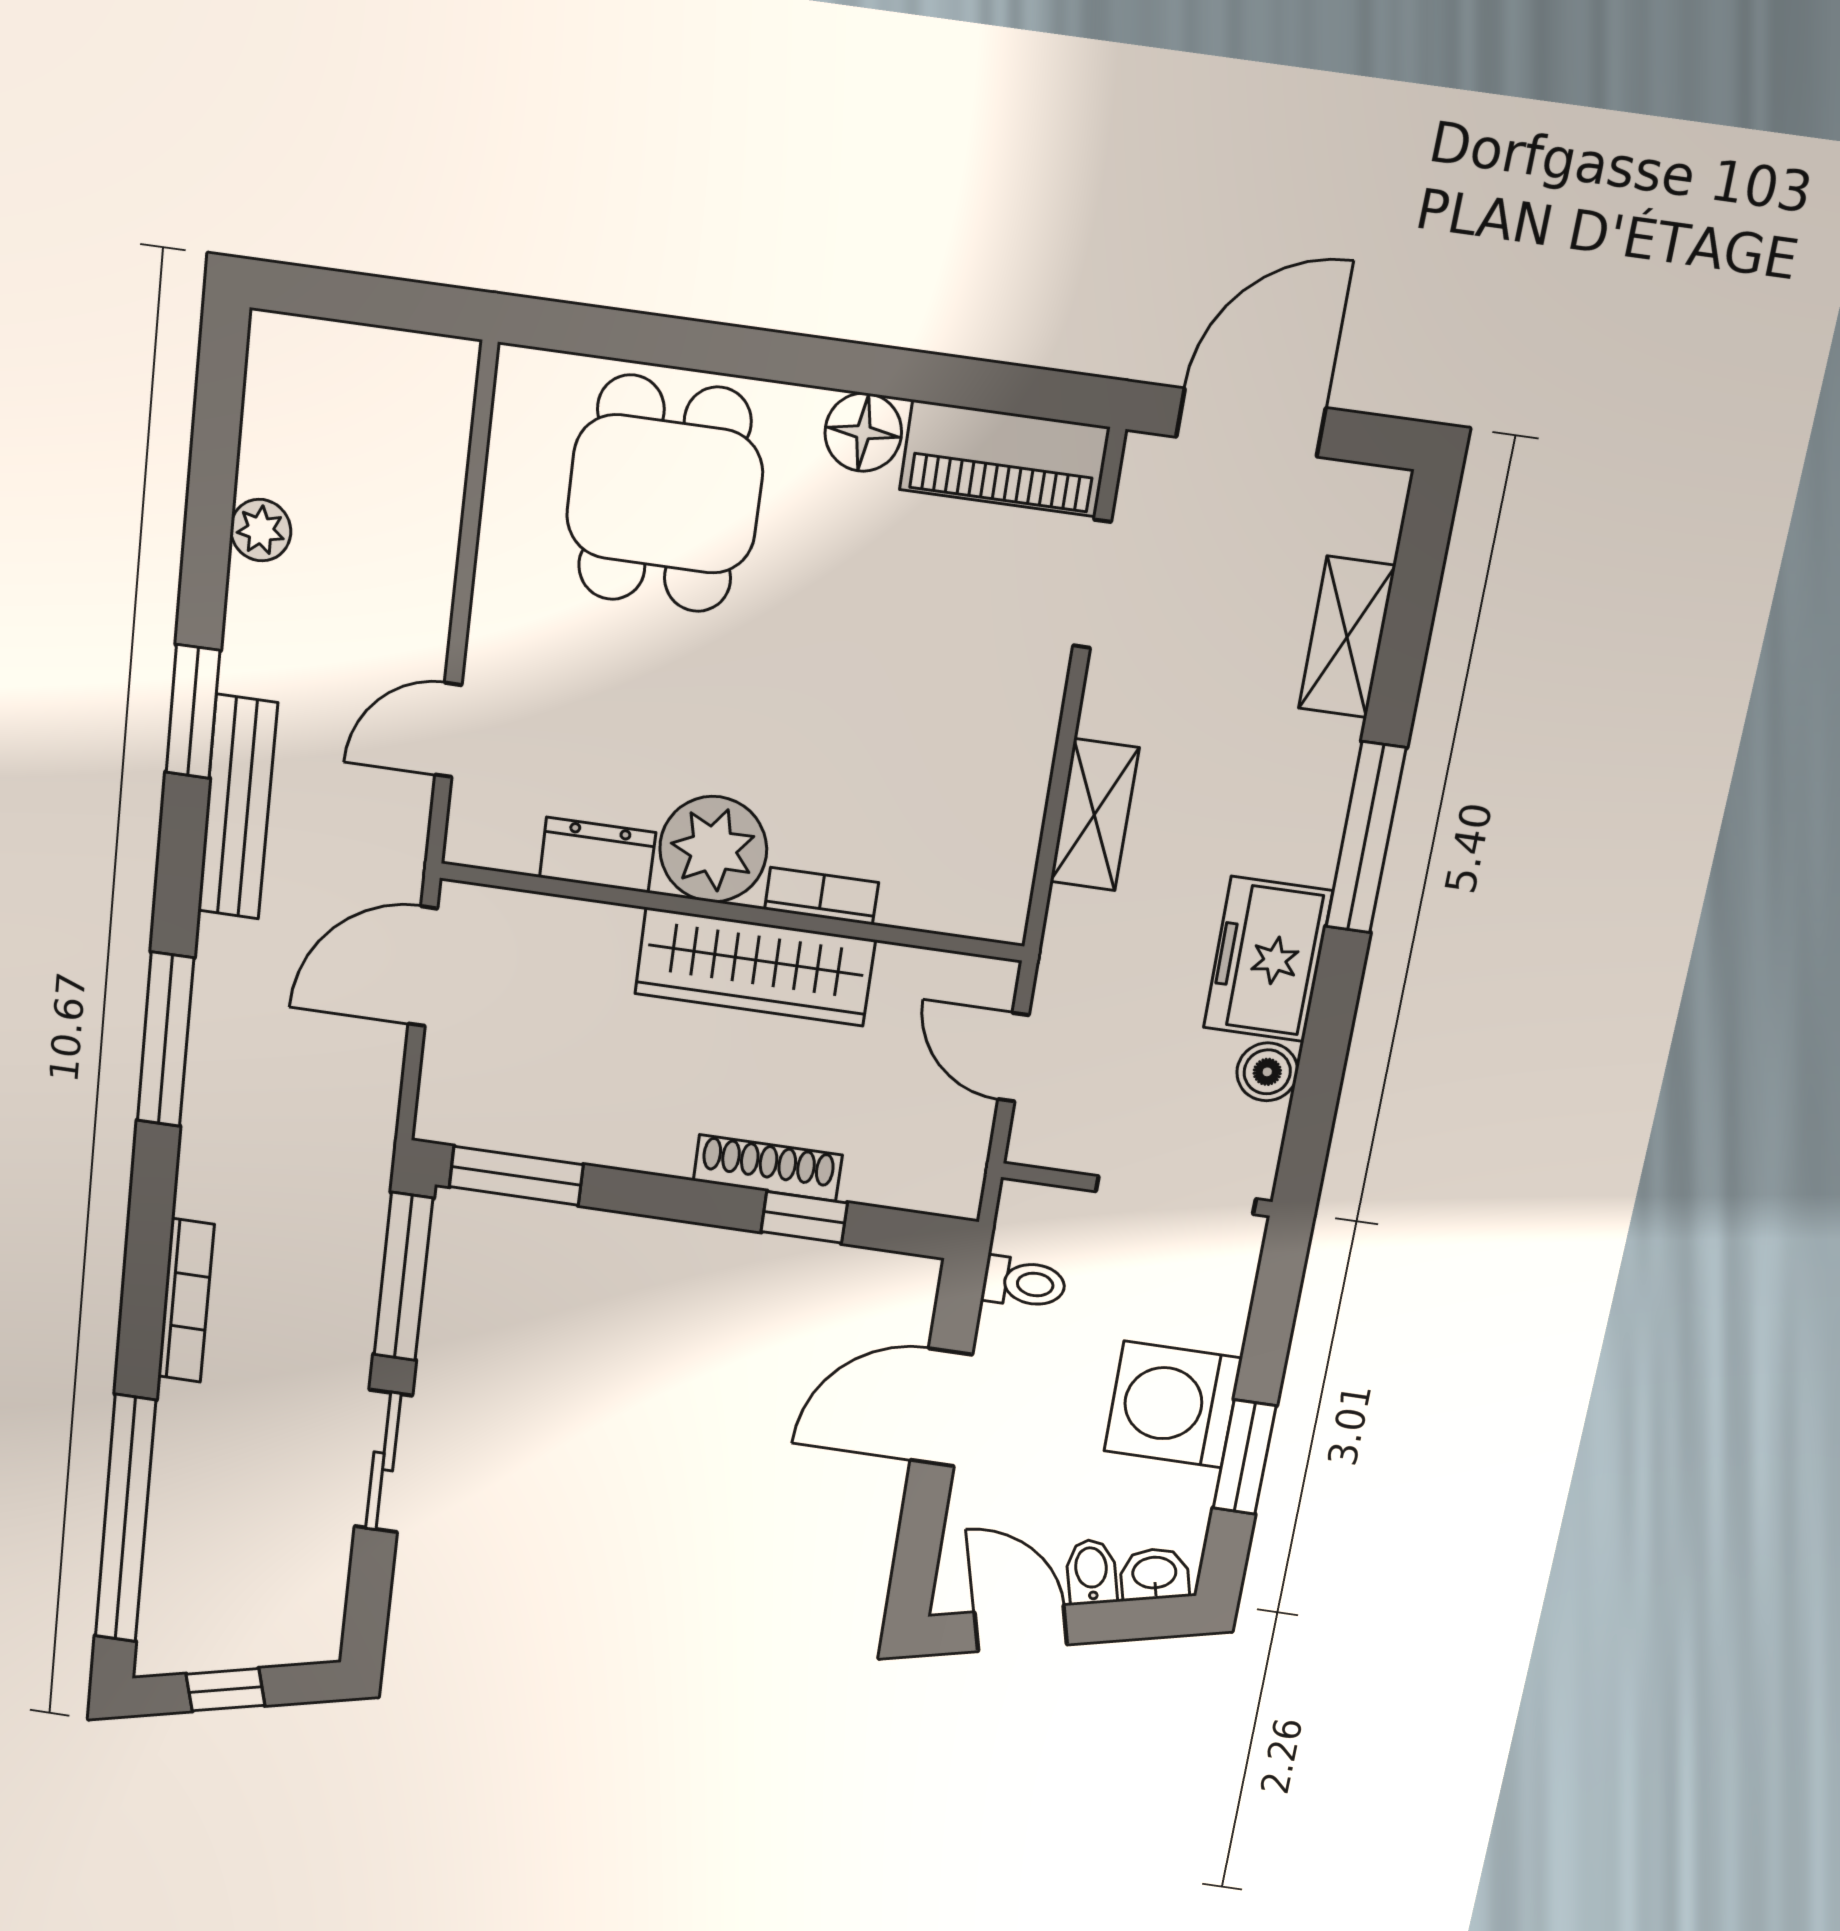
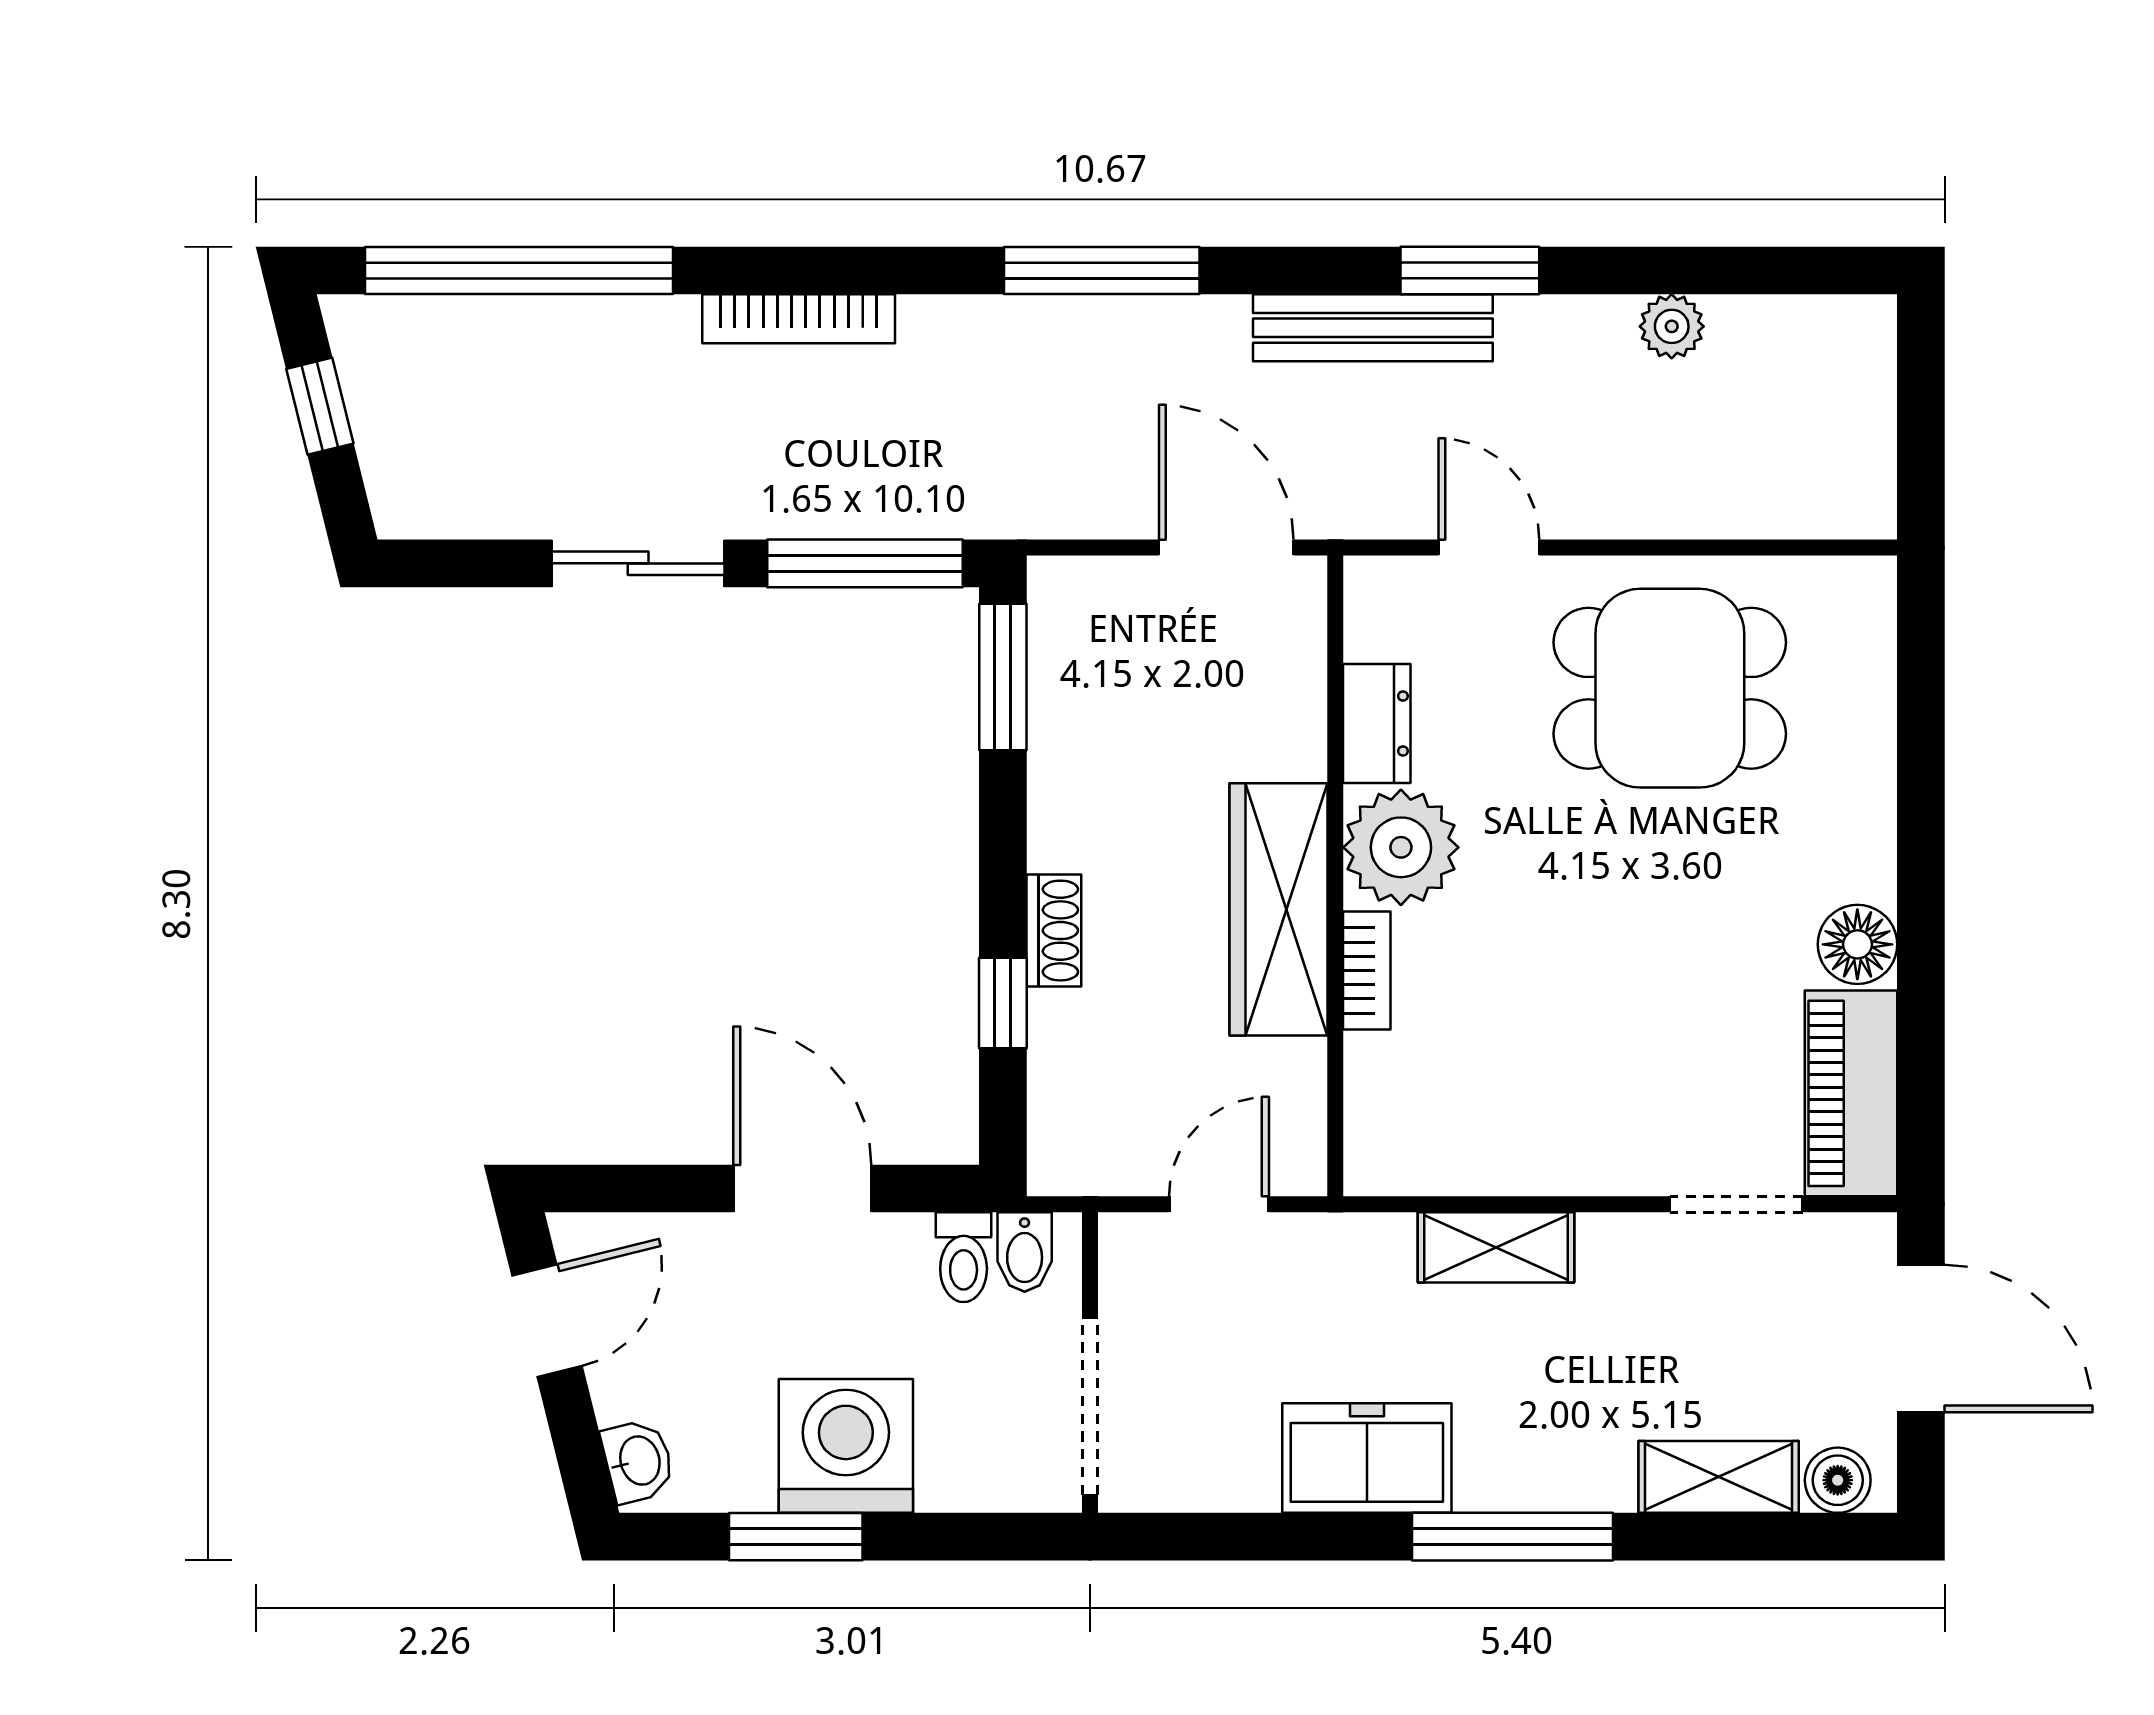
dining table: (664, 494) -> (1670, 688), moved
boiler: (1267, 1072) -> (1838, 1480), moved
shoe rack: (768, 1168) -> (1054, 931), width x0.70
bidet: (1091, 1572) -> (1025, 1252), moved, turned 104

